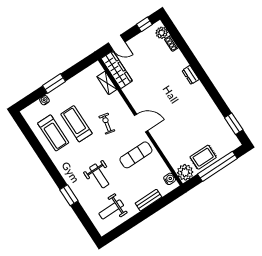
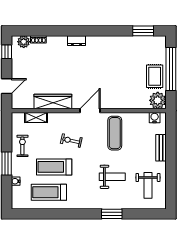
wardrobe: (117, 70) -> (53, 102), moved
exercise bike: (77, 87) -> (22, 146), added
treadmill: (53, 133) -> (49, 192), turned 180

